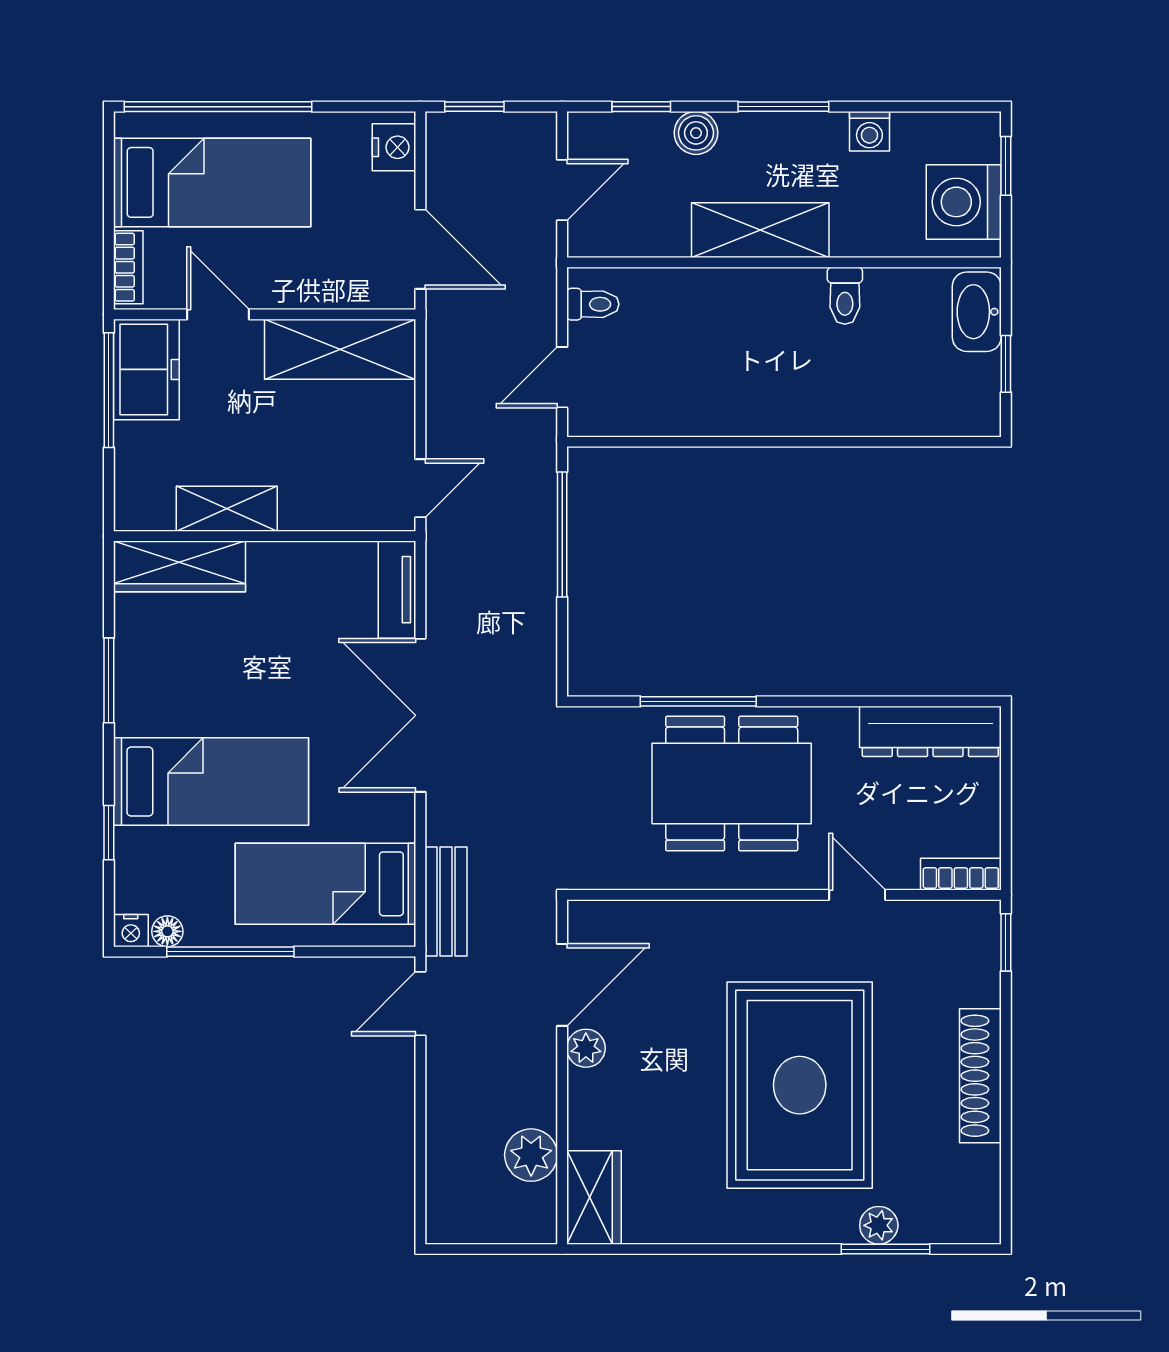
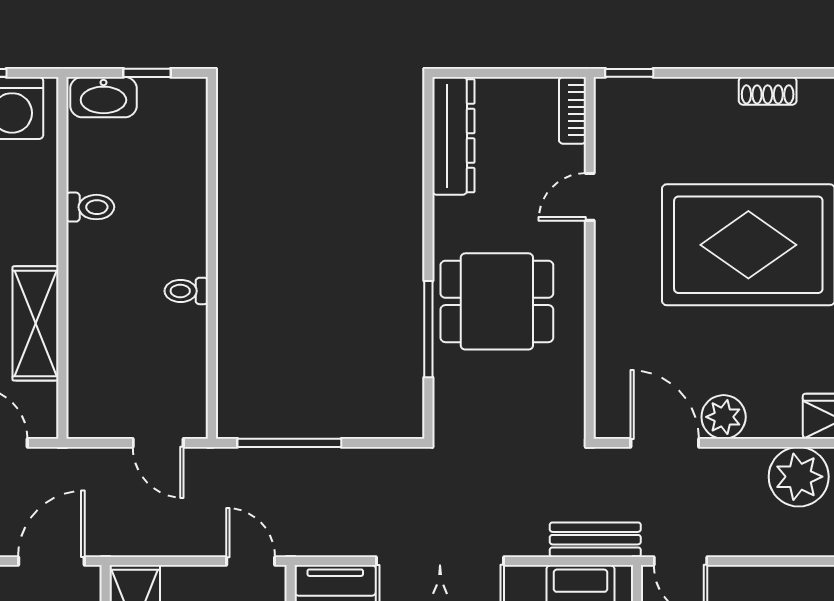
shelving: (760, 230) -> (35, 323), moved
toilet: (593, 304) -> (186, 291), moved, turned -90
dining table: (732, 784) -> (497, 301), width x0.73
plant: (586, 1048) -> (724, 417), width x1.38, depth x1.38
shoe rack: (980, 1076) -> (768, 91), width x0.51, depth x0.81
plant: (531, 1155) -> (799, 477), width x1.36, depth x1.36

